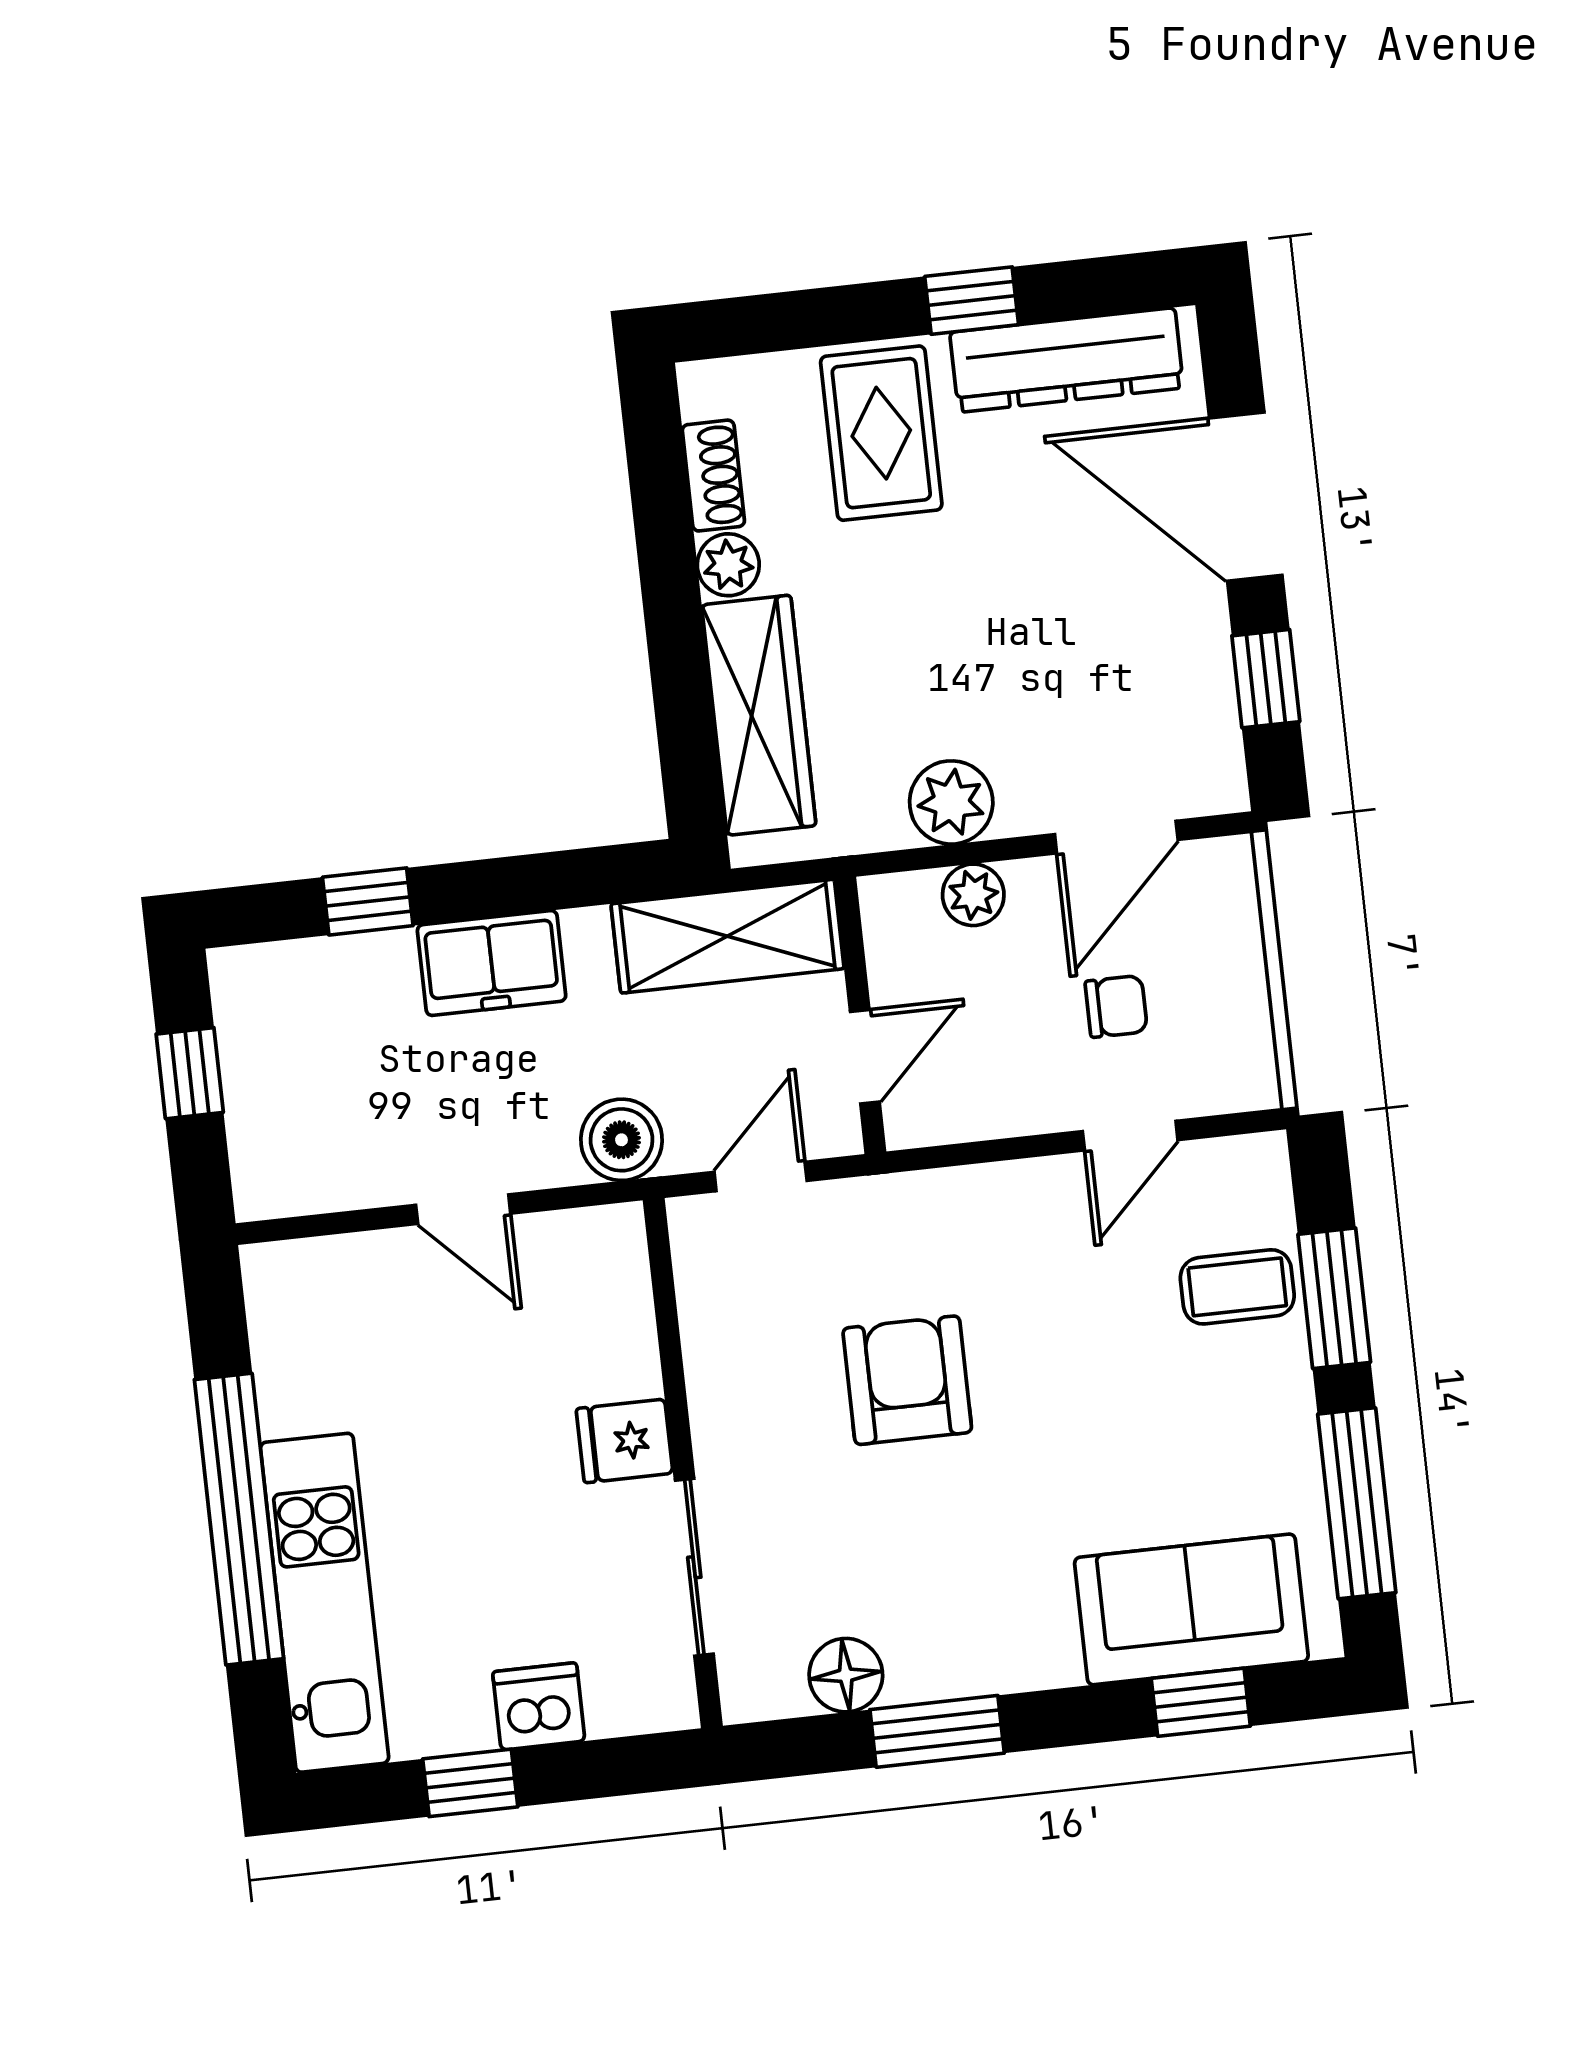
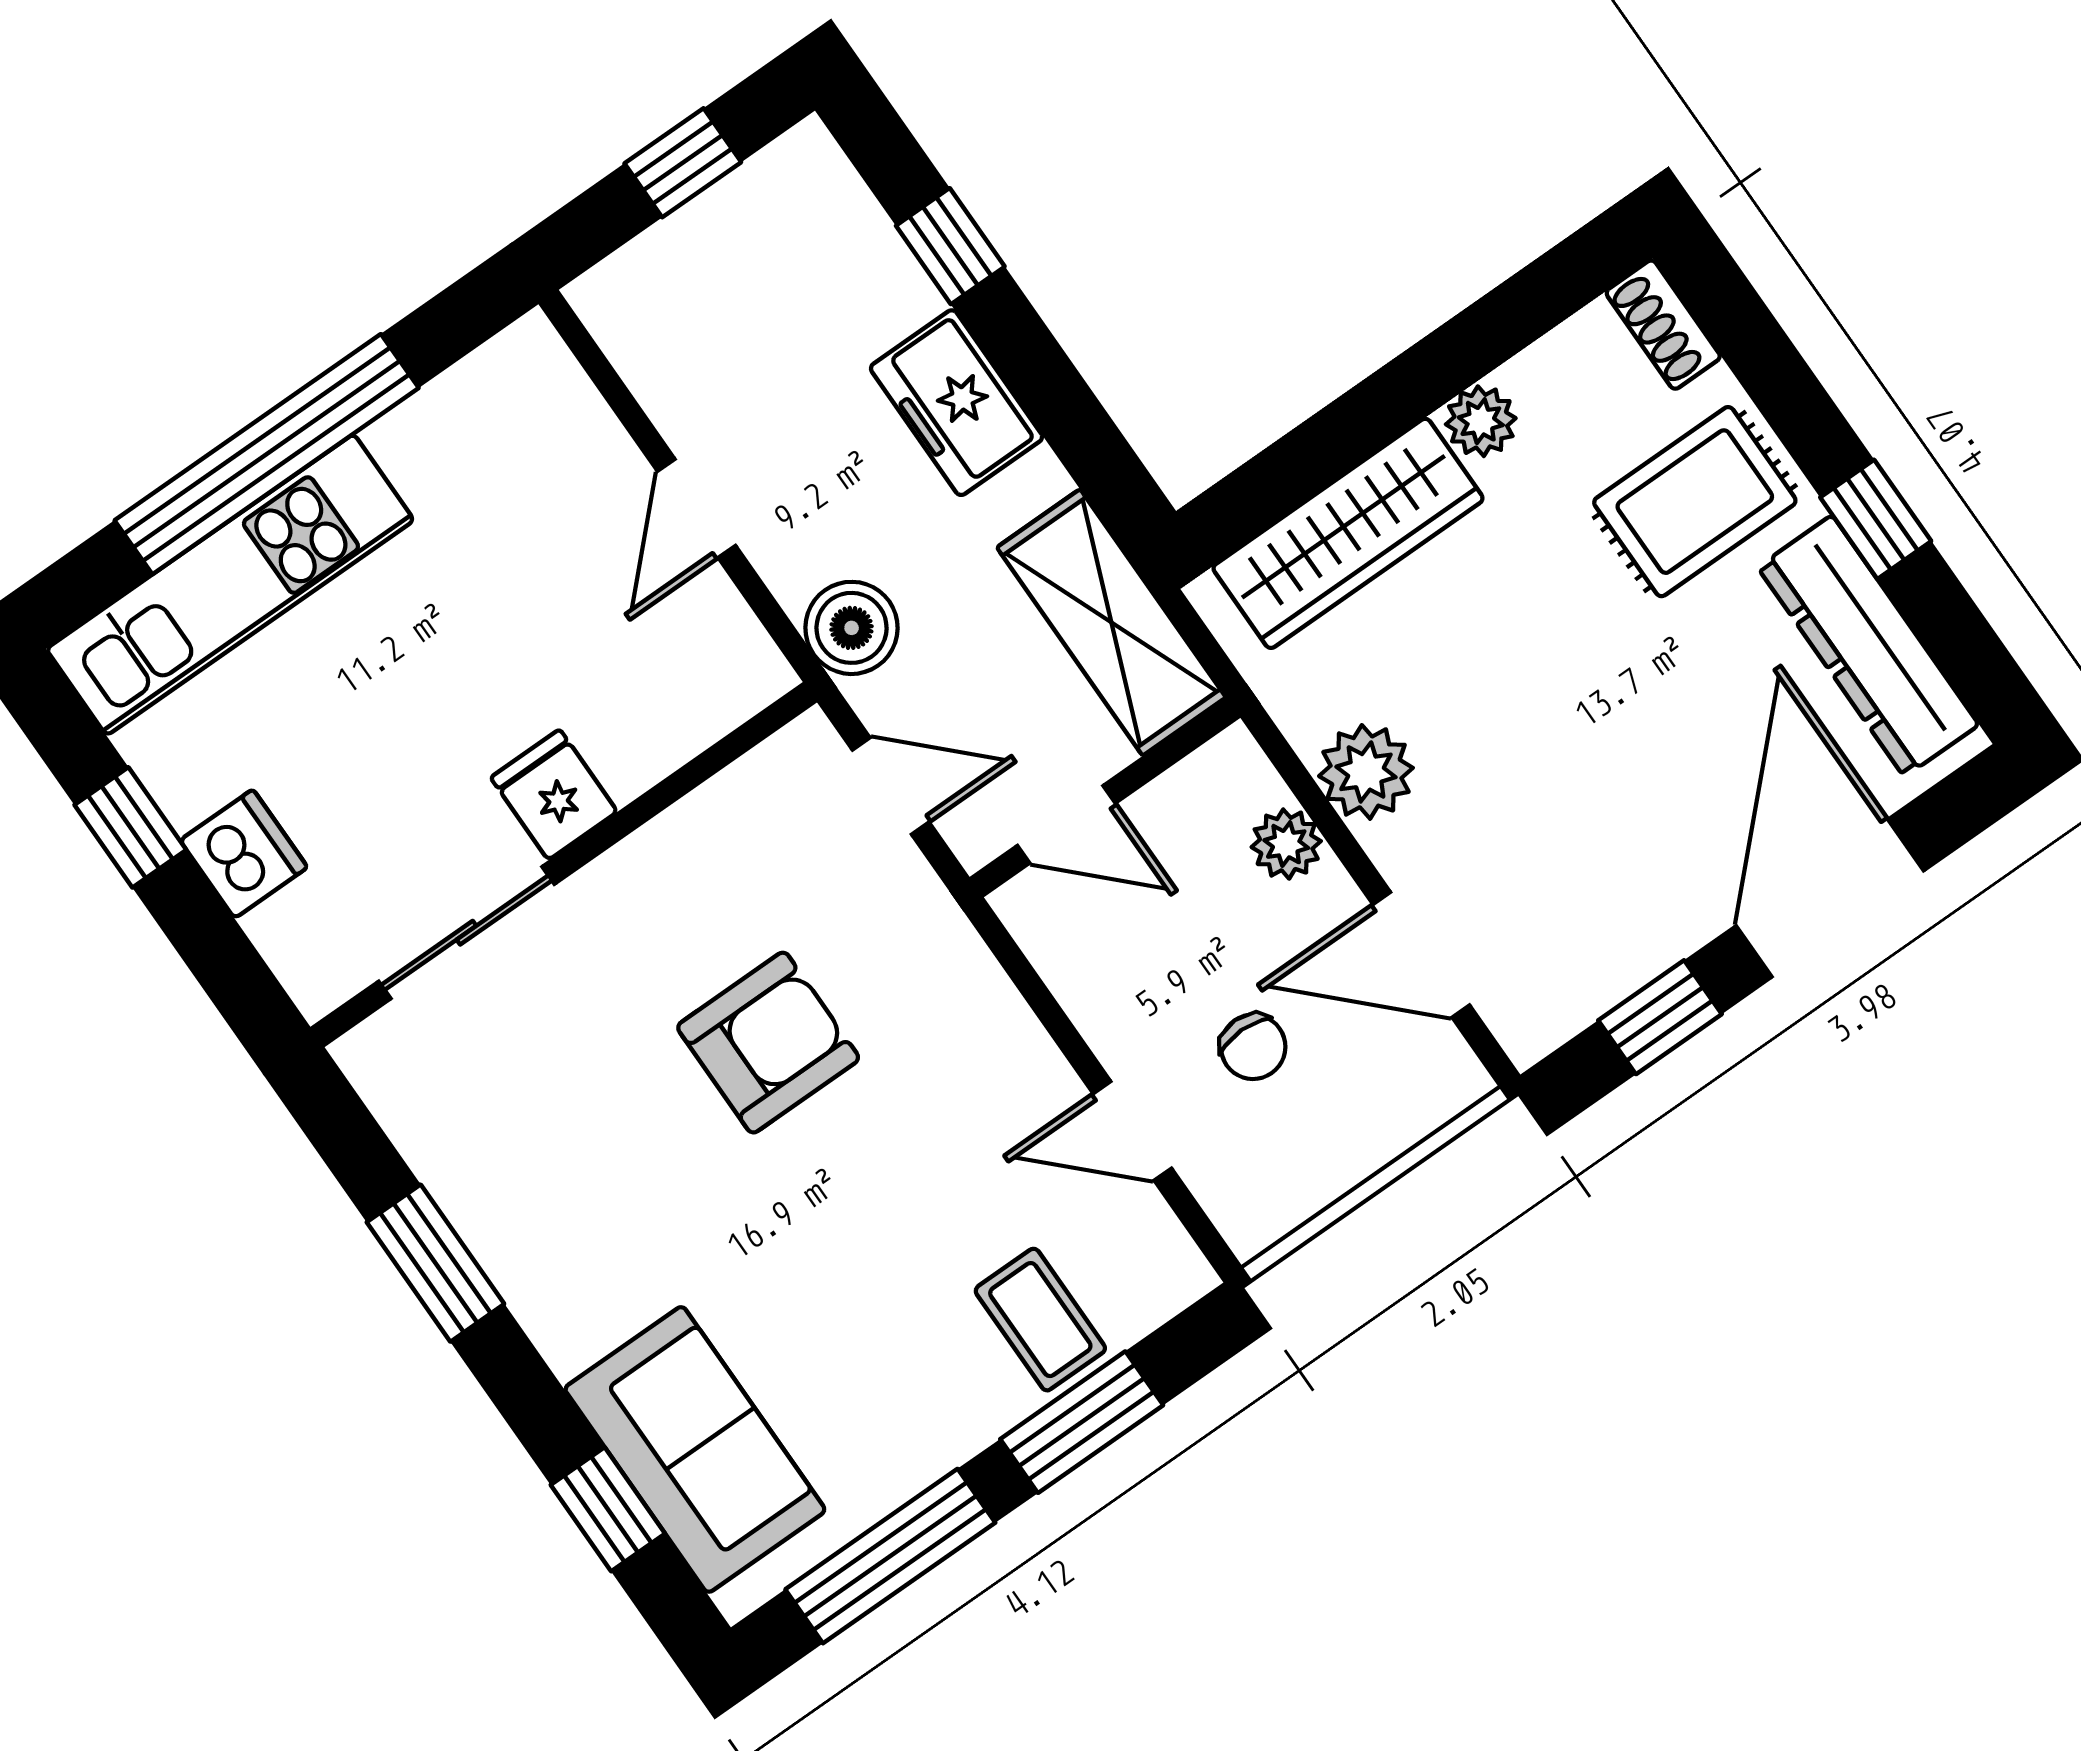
shoe rack: (713, 476) -> (1663, 325), moved, turned 90
floor lamp: (846, 1675) -> (442, 1142), removed

